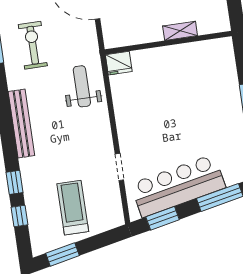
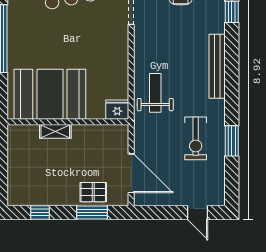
booth: (191, 69) -> (50, 94), added
weight bench: (82, 86) -> (155, 93), turned 180

